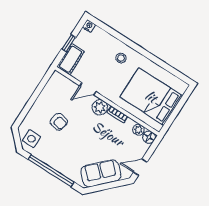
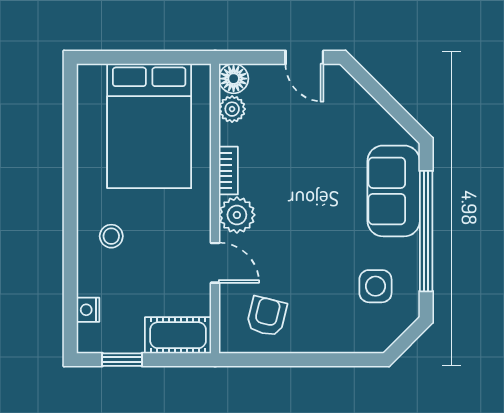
nightstand: (89, 26) -> (88, 310), moved
window: (69, 43) -> (122, 360), moved
armchair: (59, 122) -> (267, 316), moved
side table: (31, 139) -> (375, 286), moved
sofa: (101, 173) -> (394, 191), moved, turned 45

